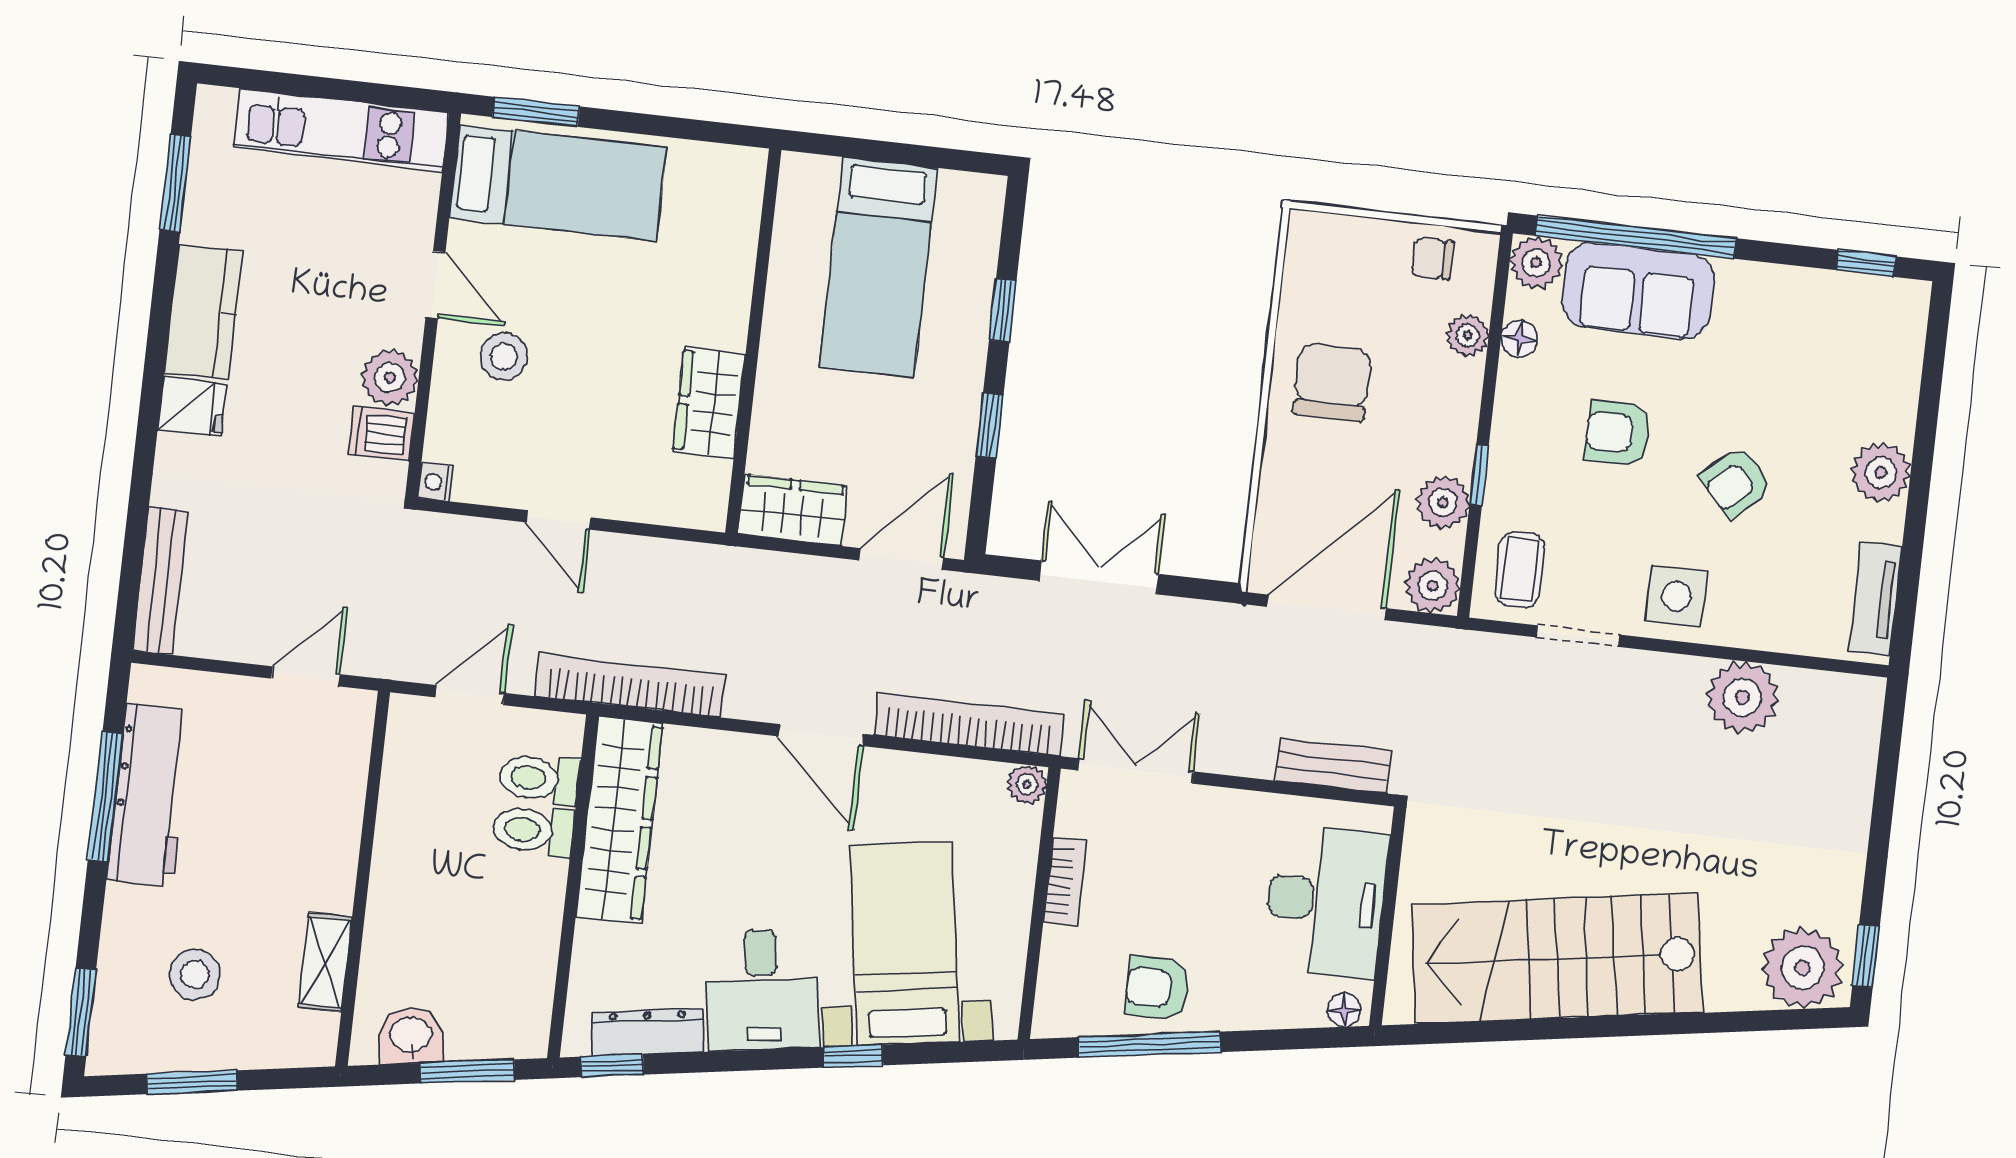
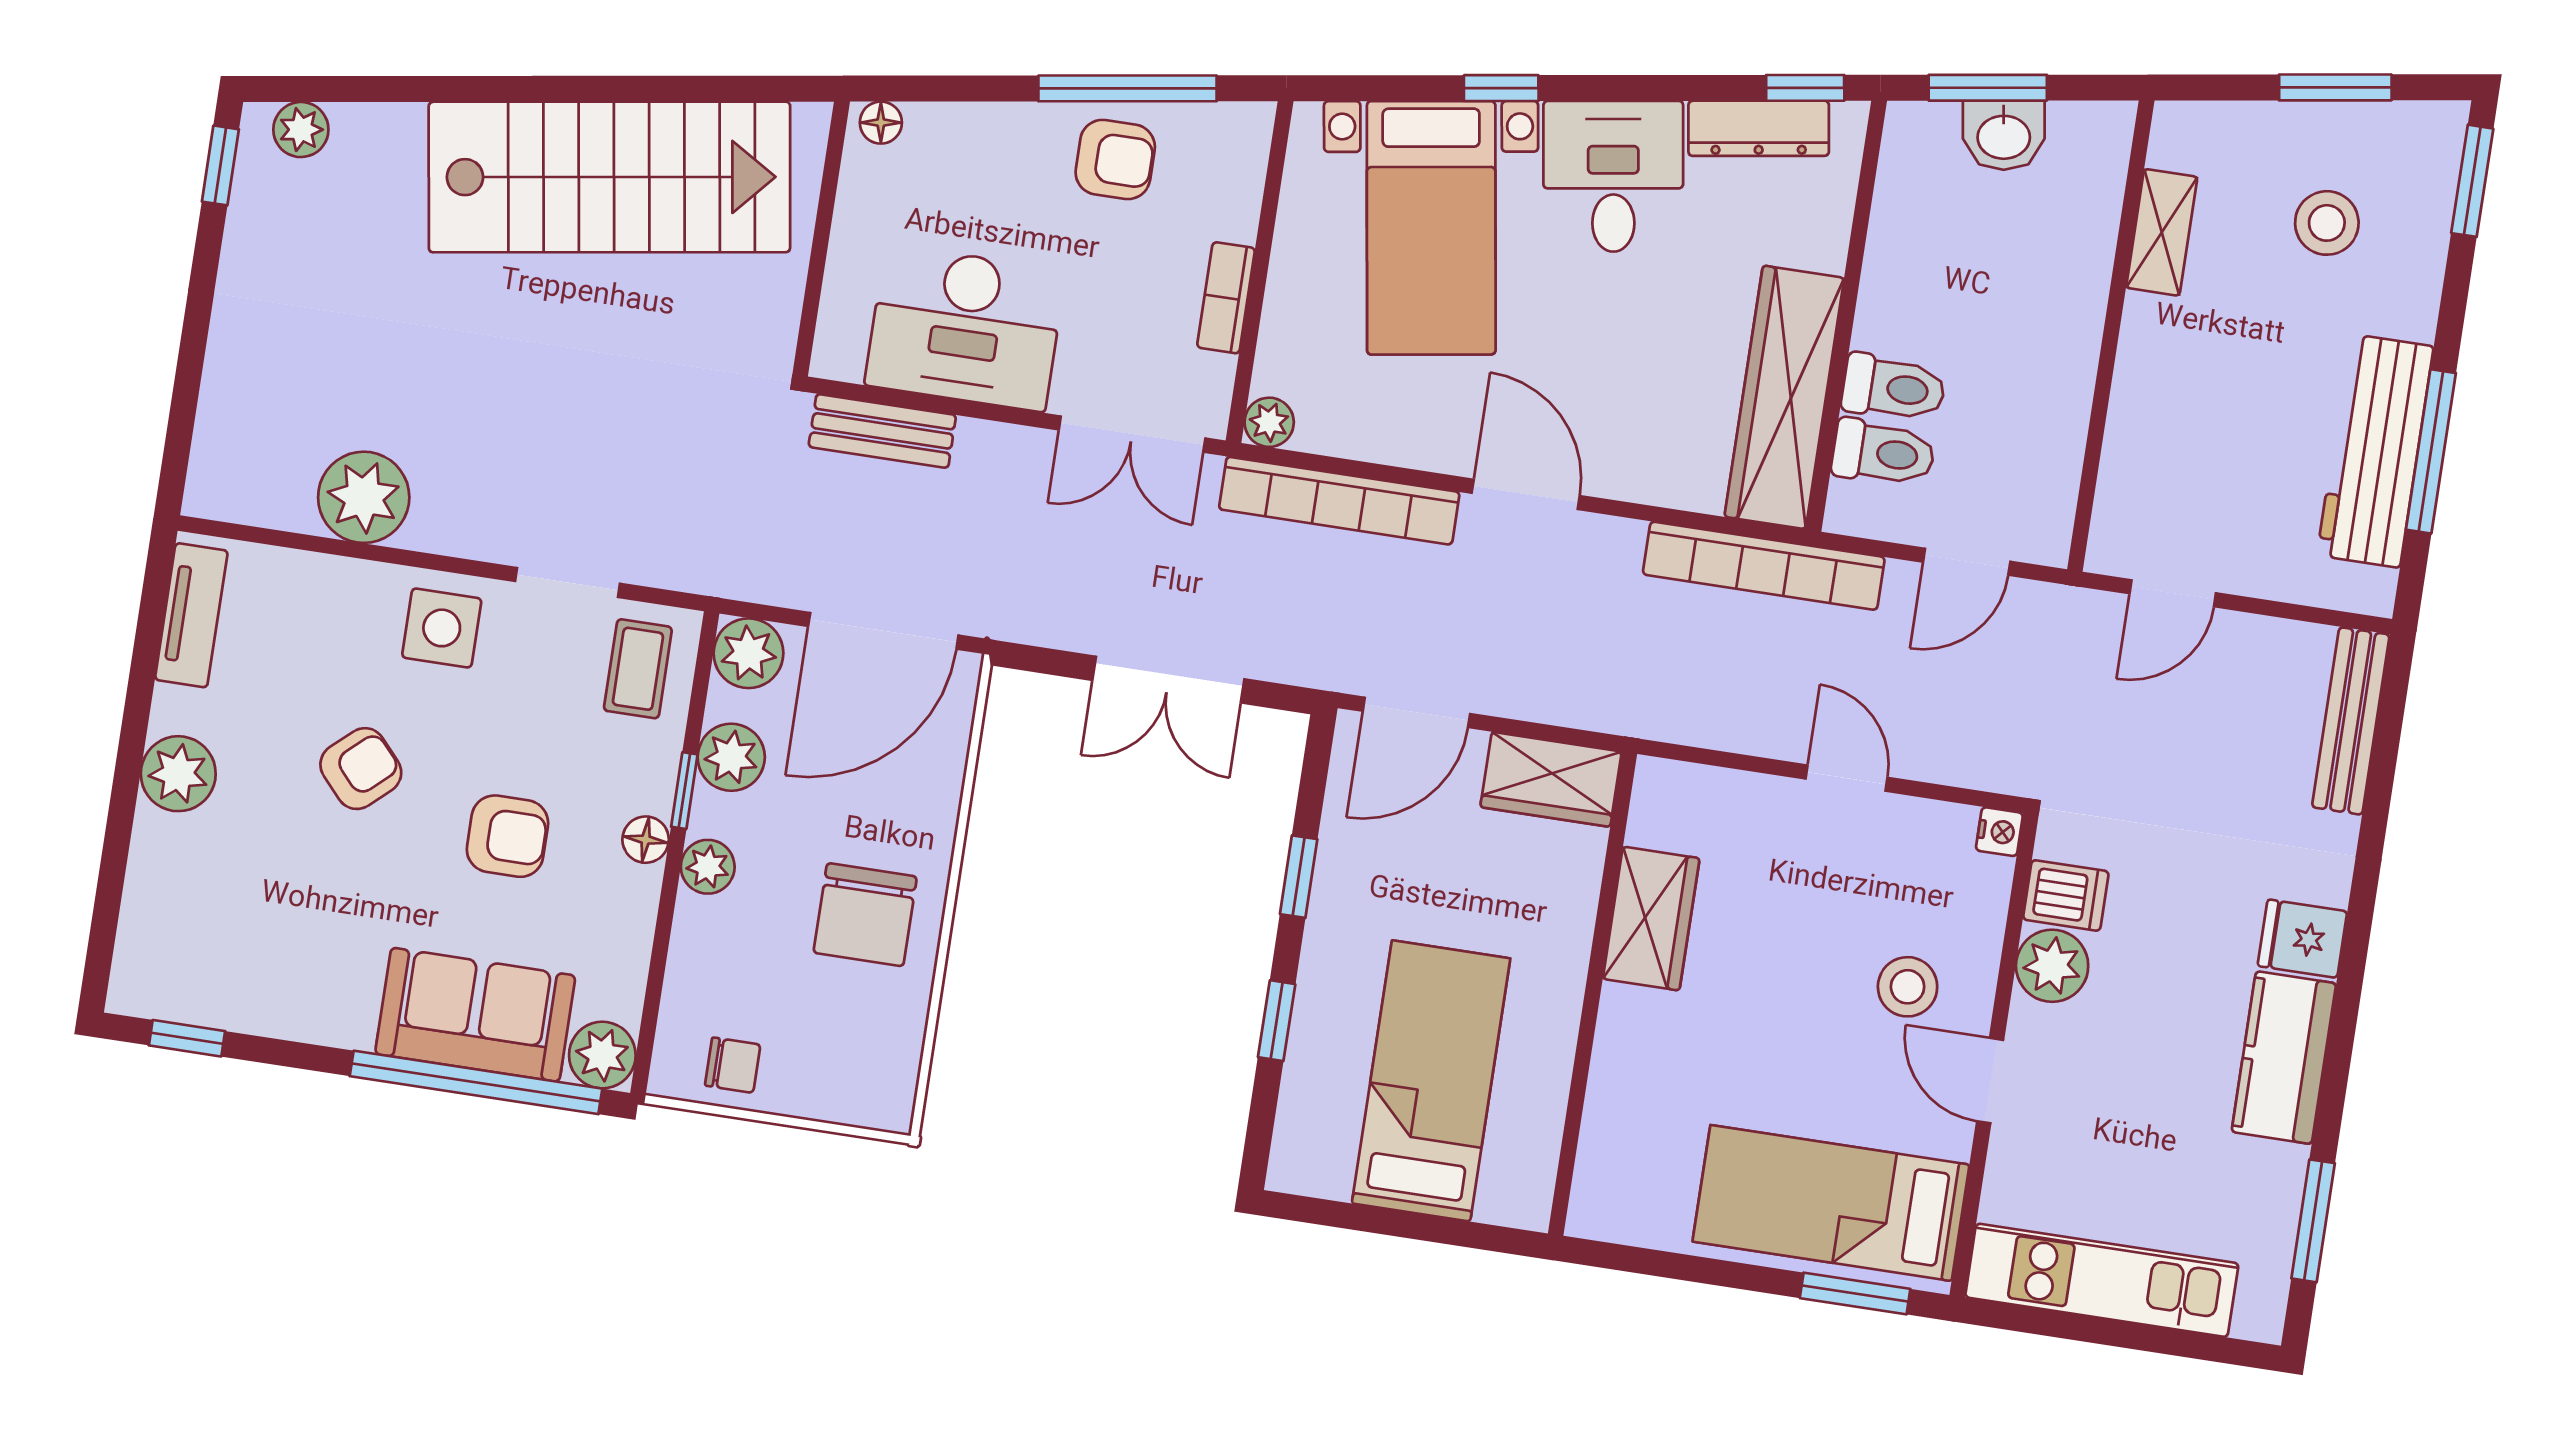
plant: (1467, 335) -> (708, 867), moved
floor lamp: (1519, 339) -> (646, 840), moved
desk: (1326, 901) -> (965, 328), moved, turned -90
plant: (1802, 968) -> (301, 130), width x0.53, depth x0.53
washbasin: (411, 1036) -> (2004, 135), moved

